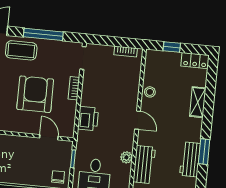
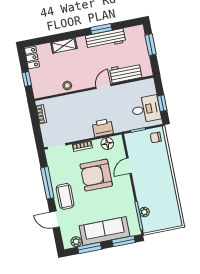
floor lamp: (68, 118) -> (107, 143), added
door: (138, 120) -> (103, 86), moved
door: (49, 137) -> (129, 166), moved
plant: (126, 157) -> (124, 88), removed
workbench: (190, 159) -> (106, 39), width x1.38

